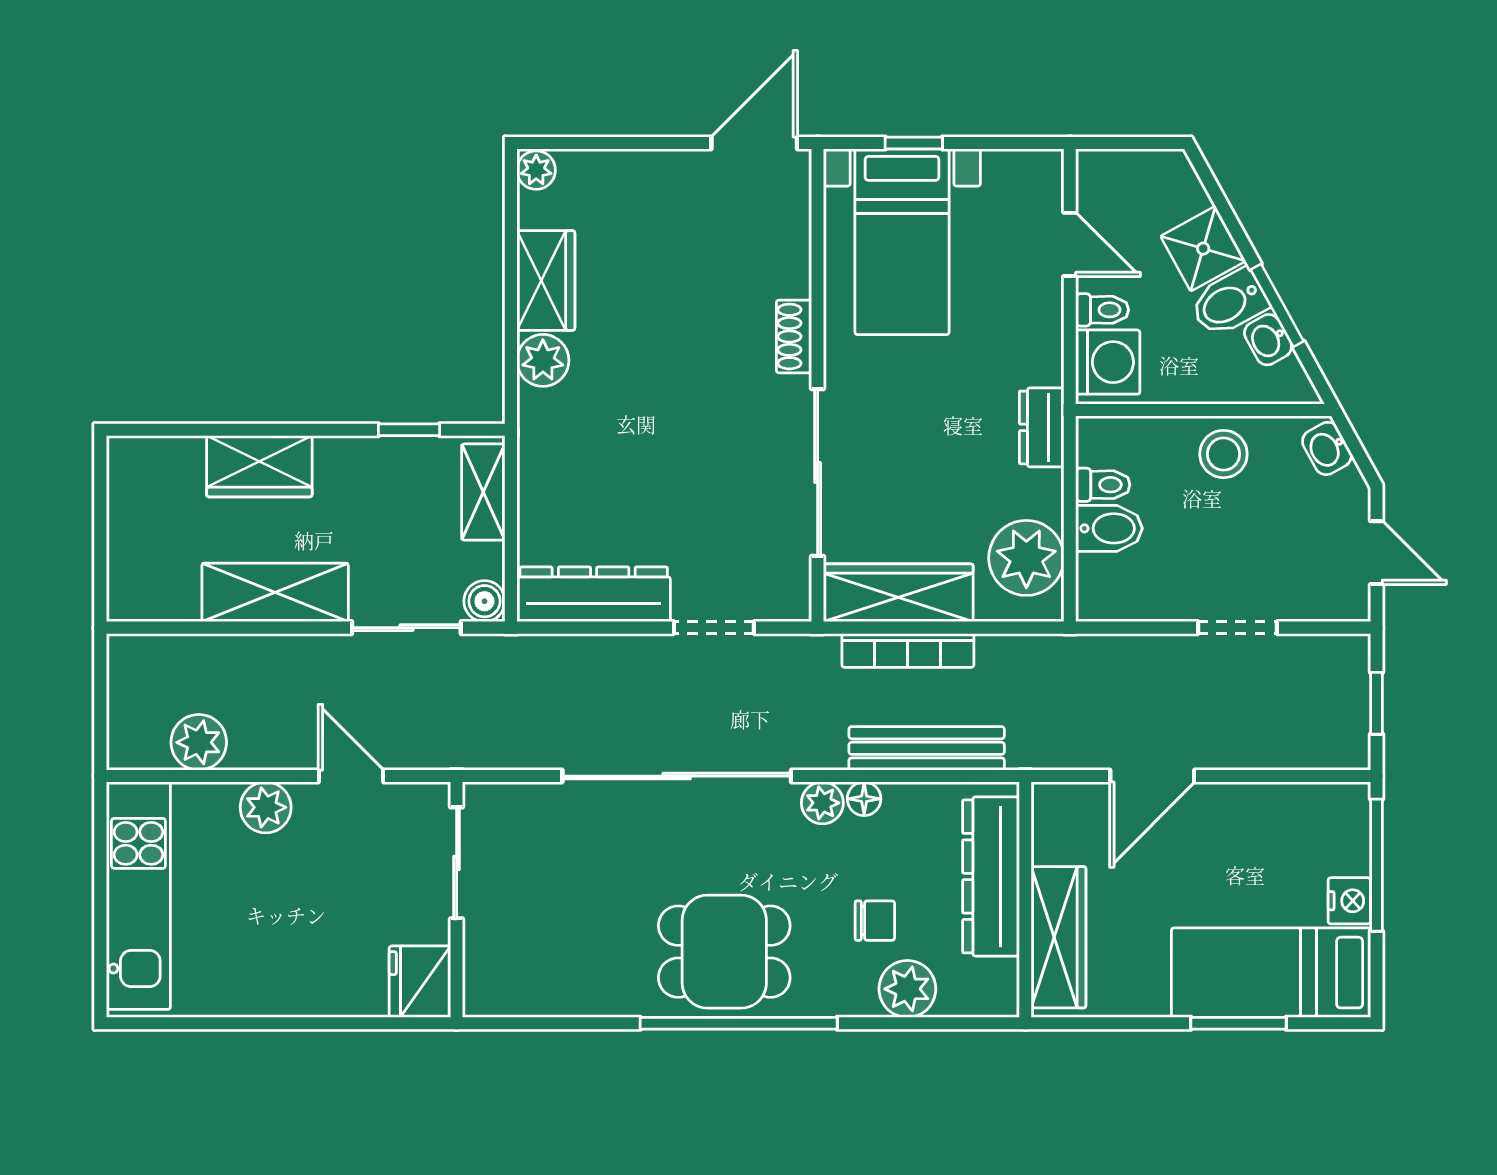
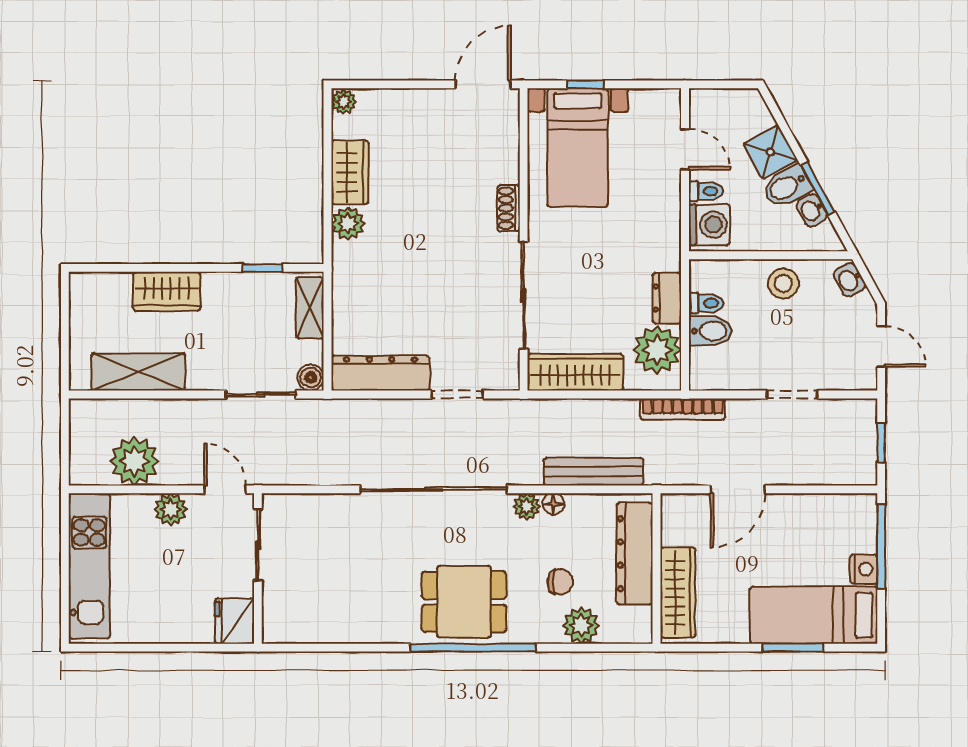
dresser: (1042, 427) -> (667, 298), moved
shelving: (275, 592) -> (138, 372), moved
bookcase: (908, 650) -> (683, 409), moved
plant: (199, 742) -> (134, 461), width x1.36, depth x1.36
sliding door: (457, 863) -> (258, 545), moved
wall: (457, 900) -> (258, 568), moved
fridge: (420, 982) -> (234, 621), moved

